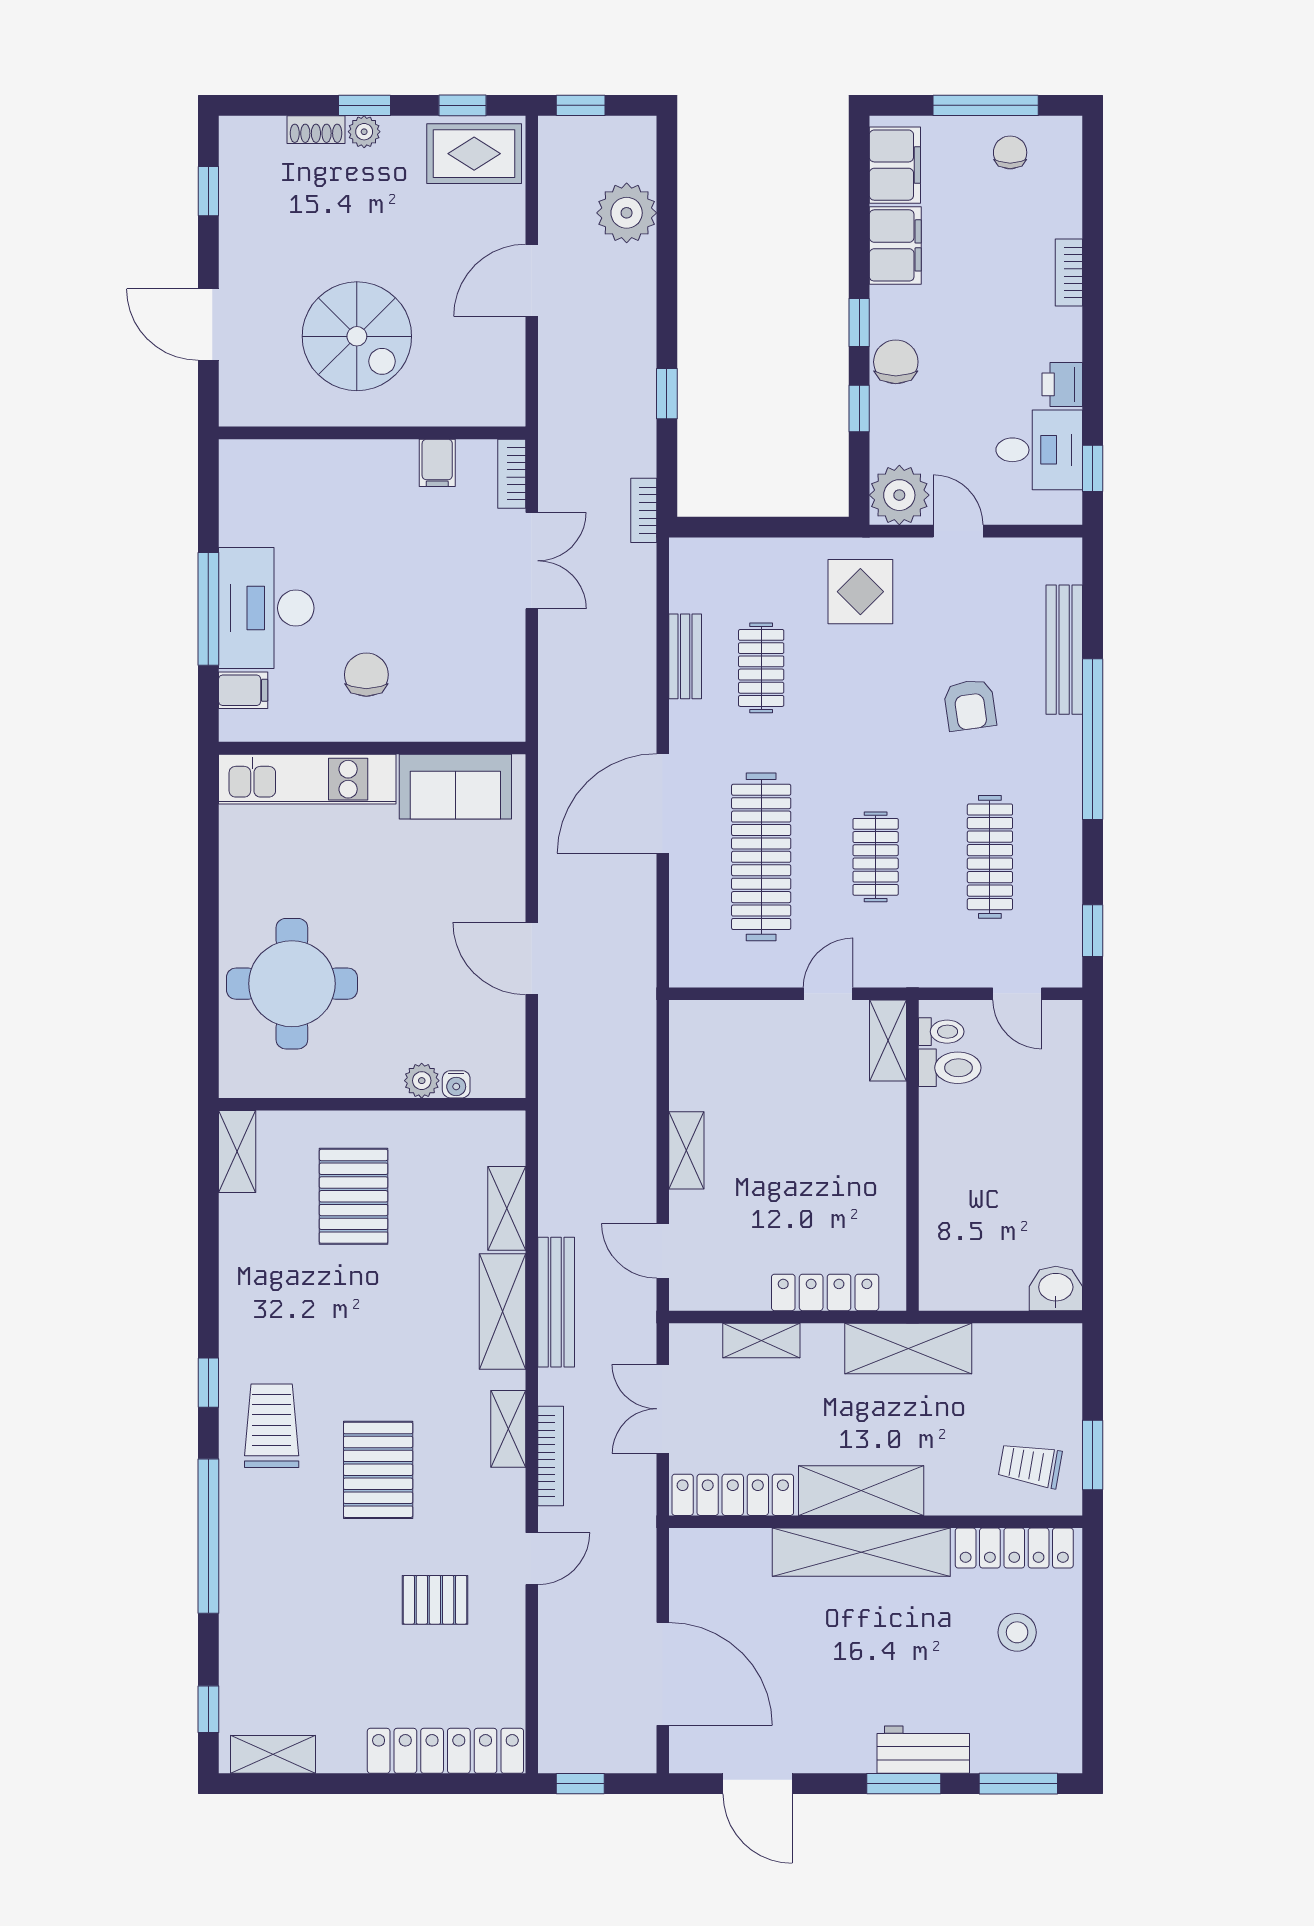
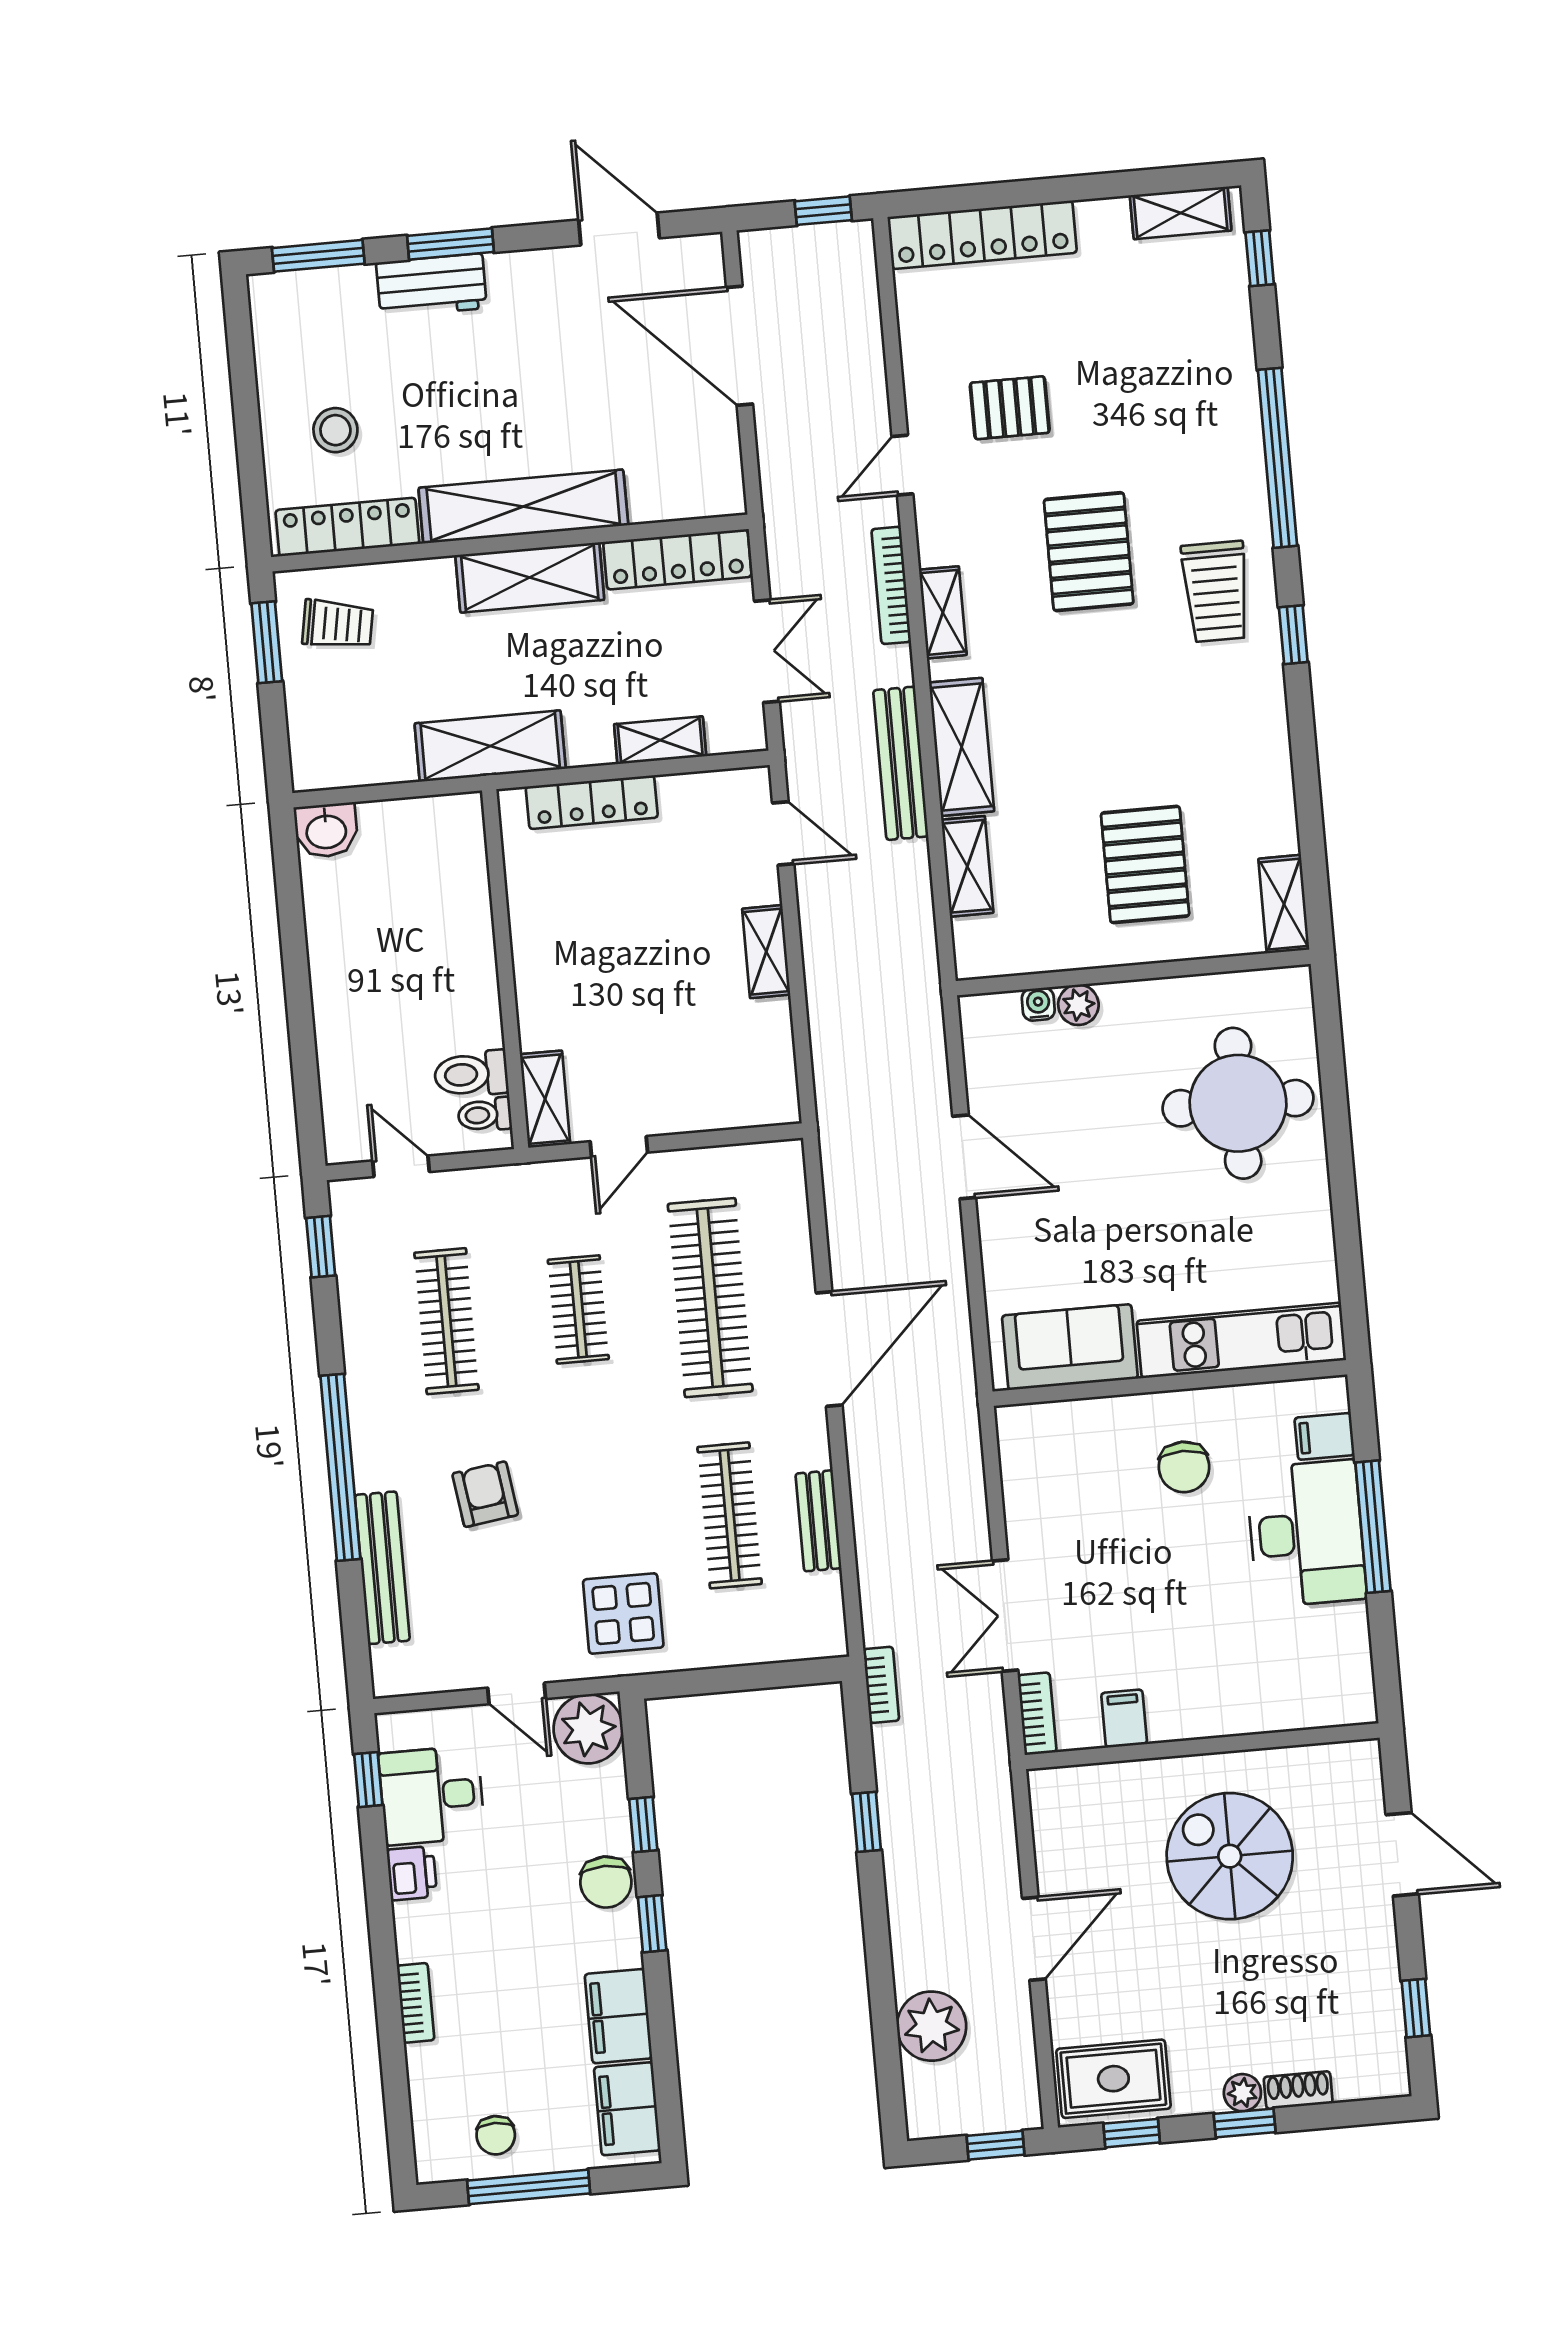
clothes rail: (761, 668) -> (730, 1515), width x1.36

